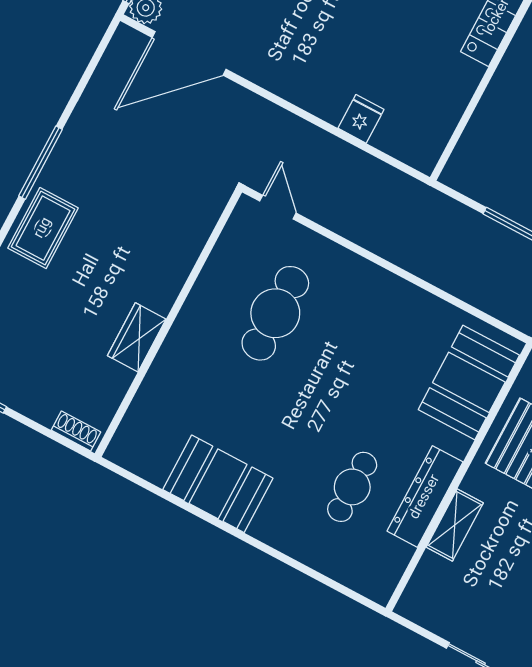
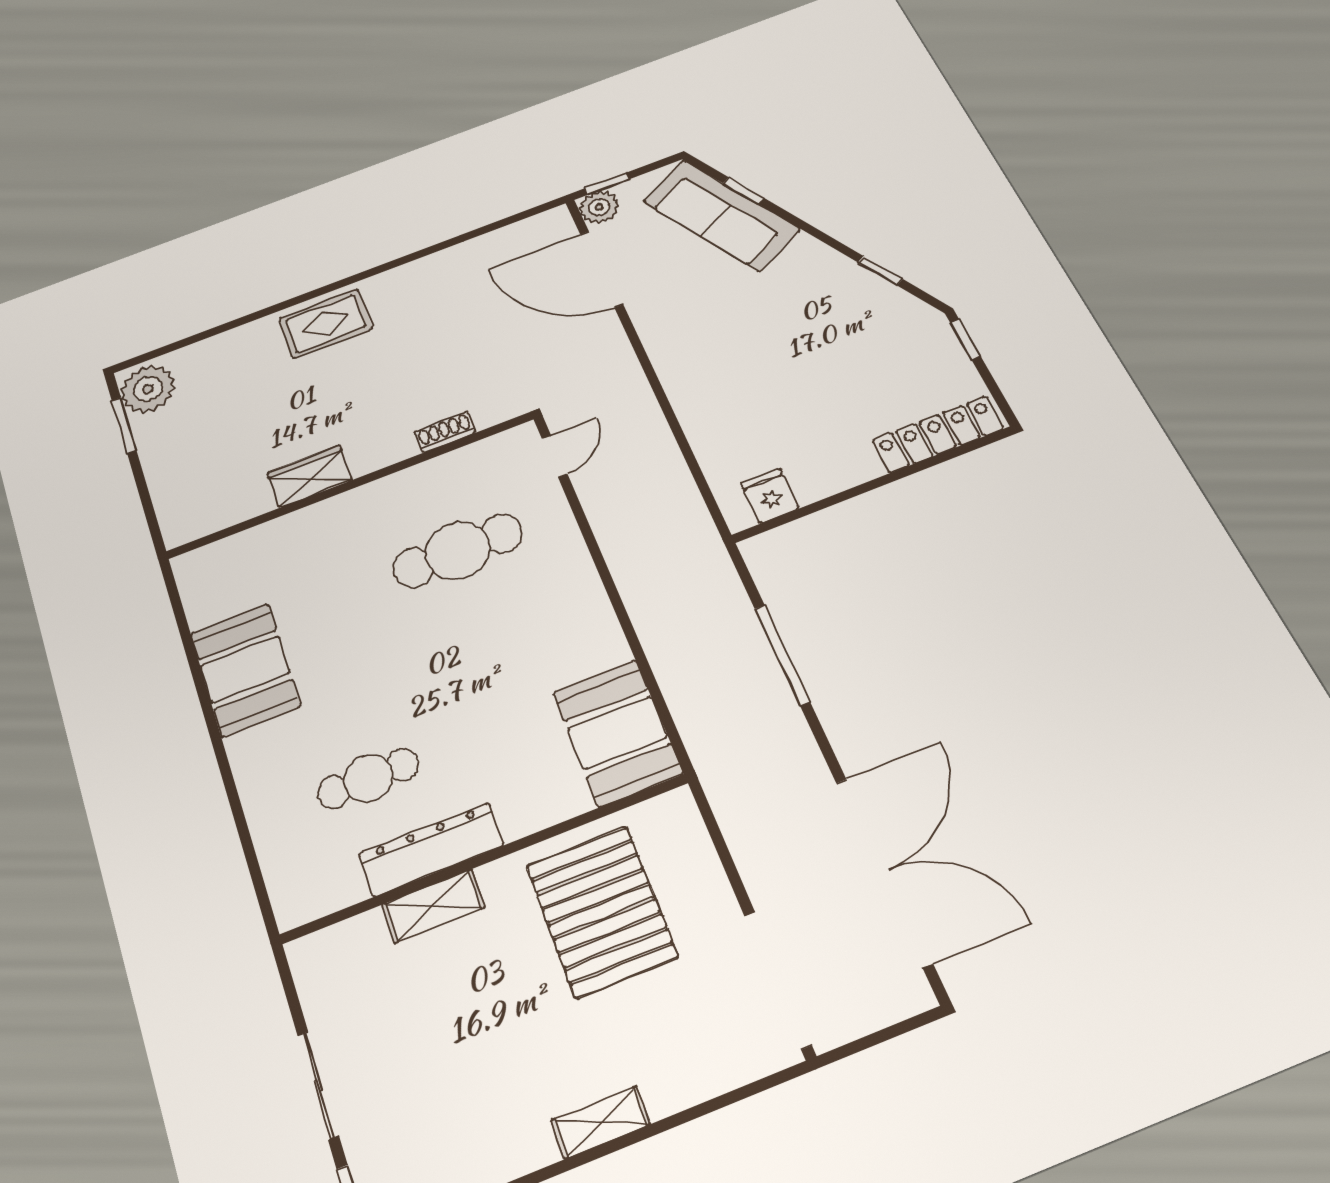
fridge: (361, 119) -> (770, 496), moved, turned -90
window: (41, 163) -> (379, 269), removed
booth: (469, 382) -> (617, 733), moved, turned 90
shoe rack: (76, 431) -> (445, 432), moved, turned -90

